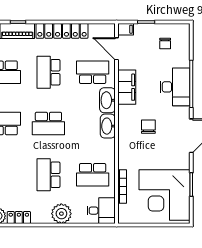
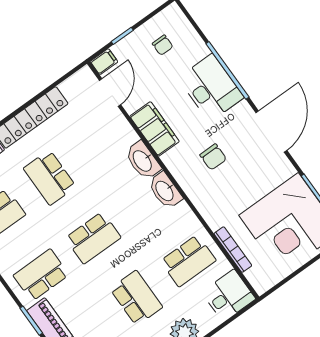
door: (117, 49) -> (110, 92), swing flipped
school desk: (93, 72) -> (102, 140), removed
chair: (148, 127) -> (213, 157), turned 180
school desk: (48, 175) -> (136, 298), turned 180

